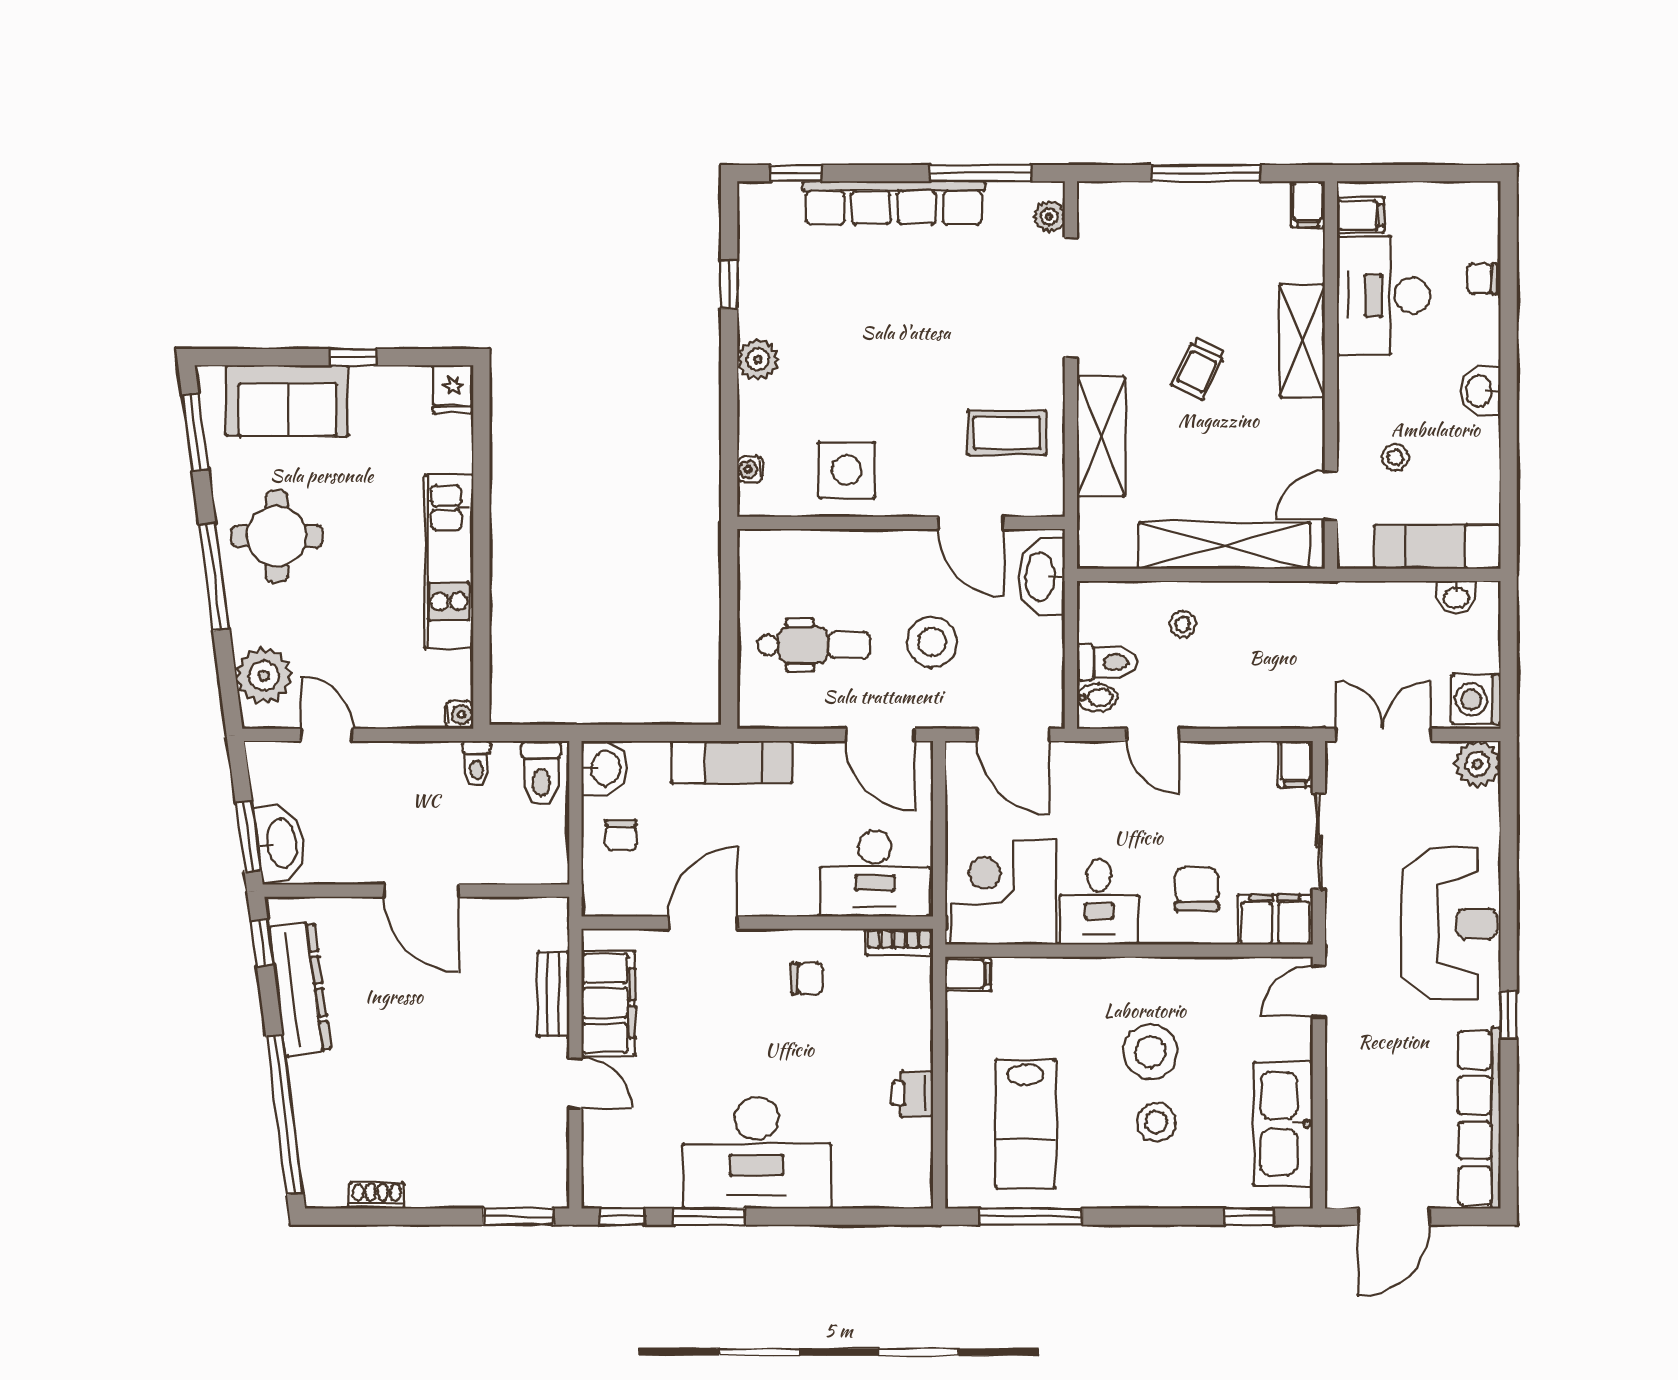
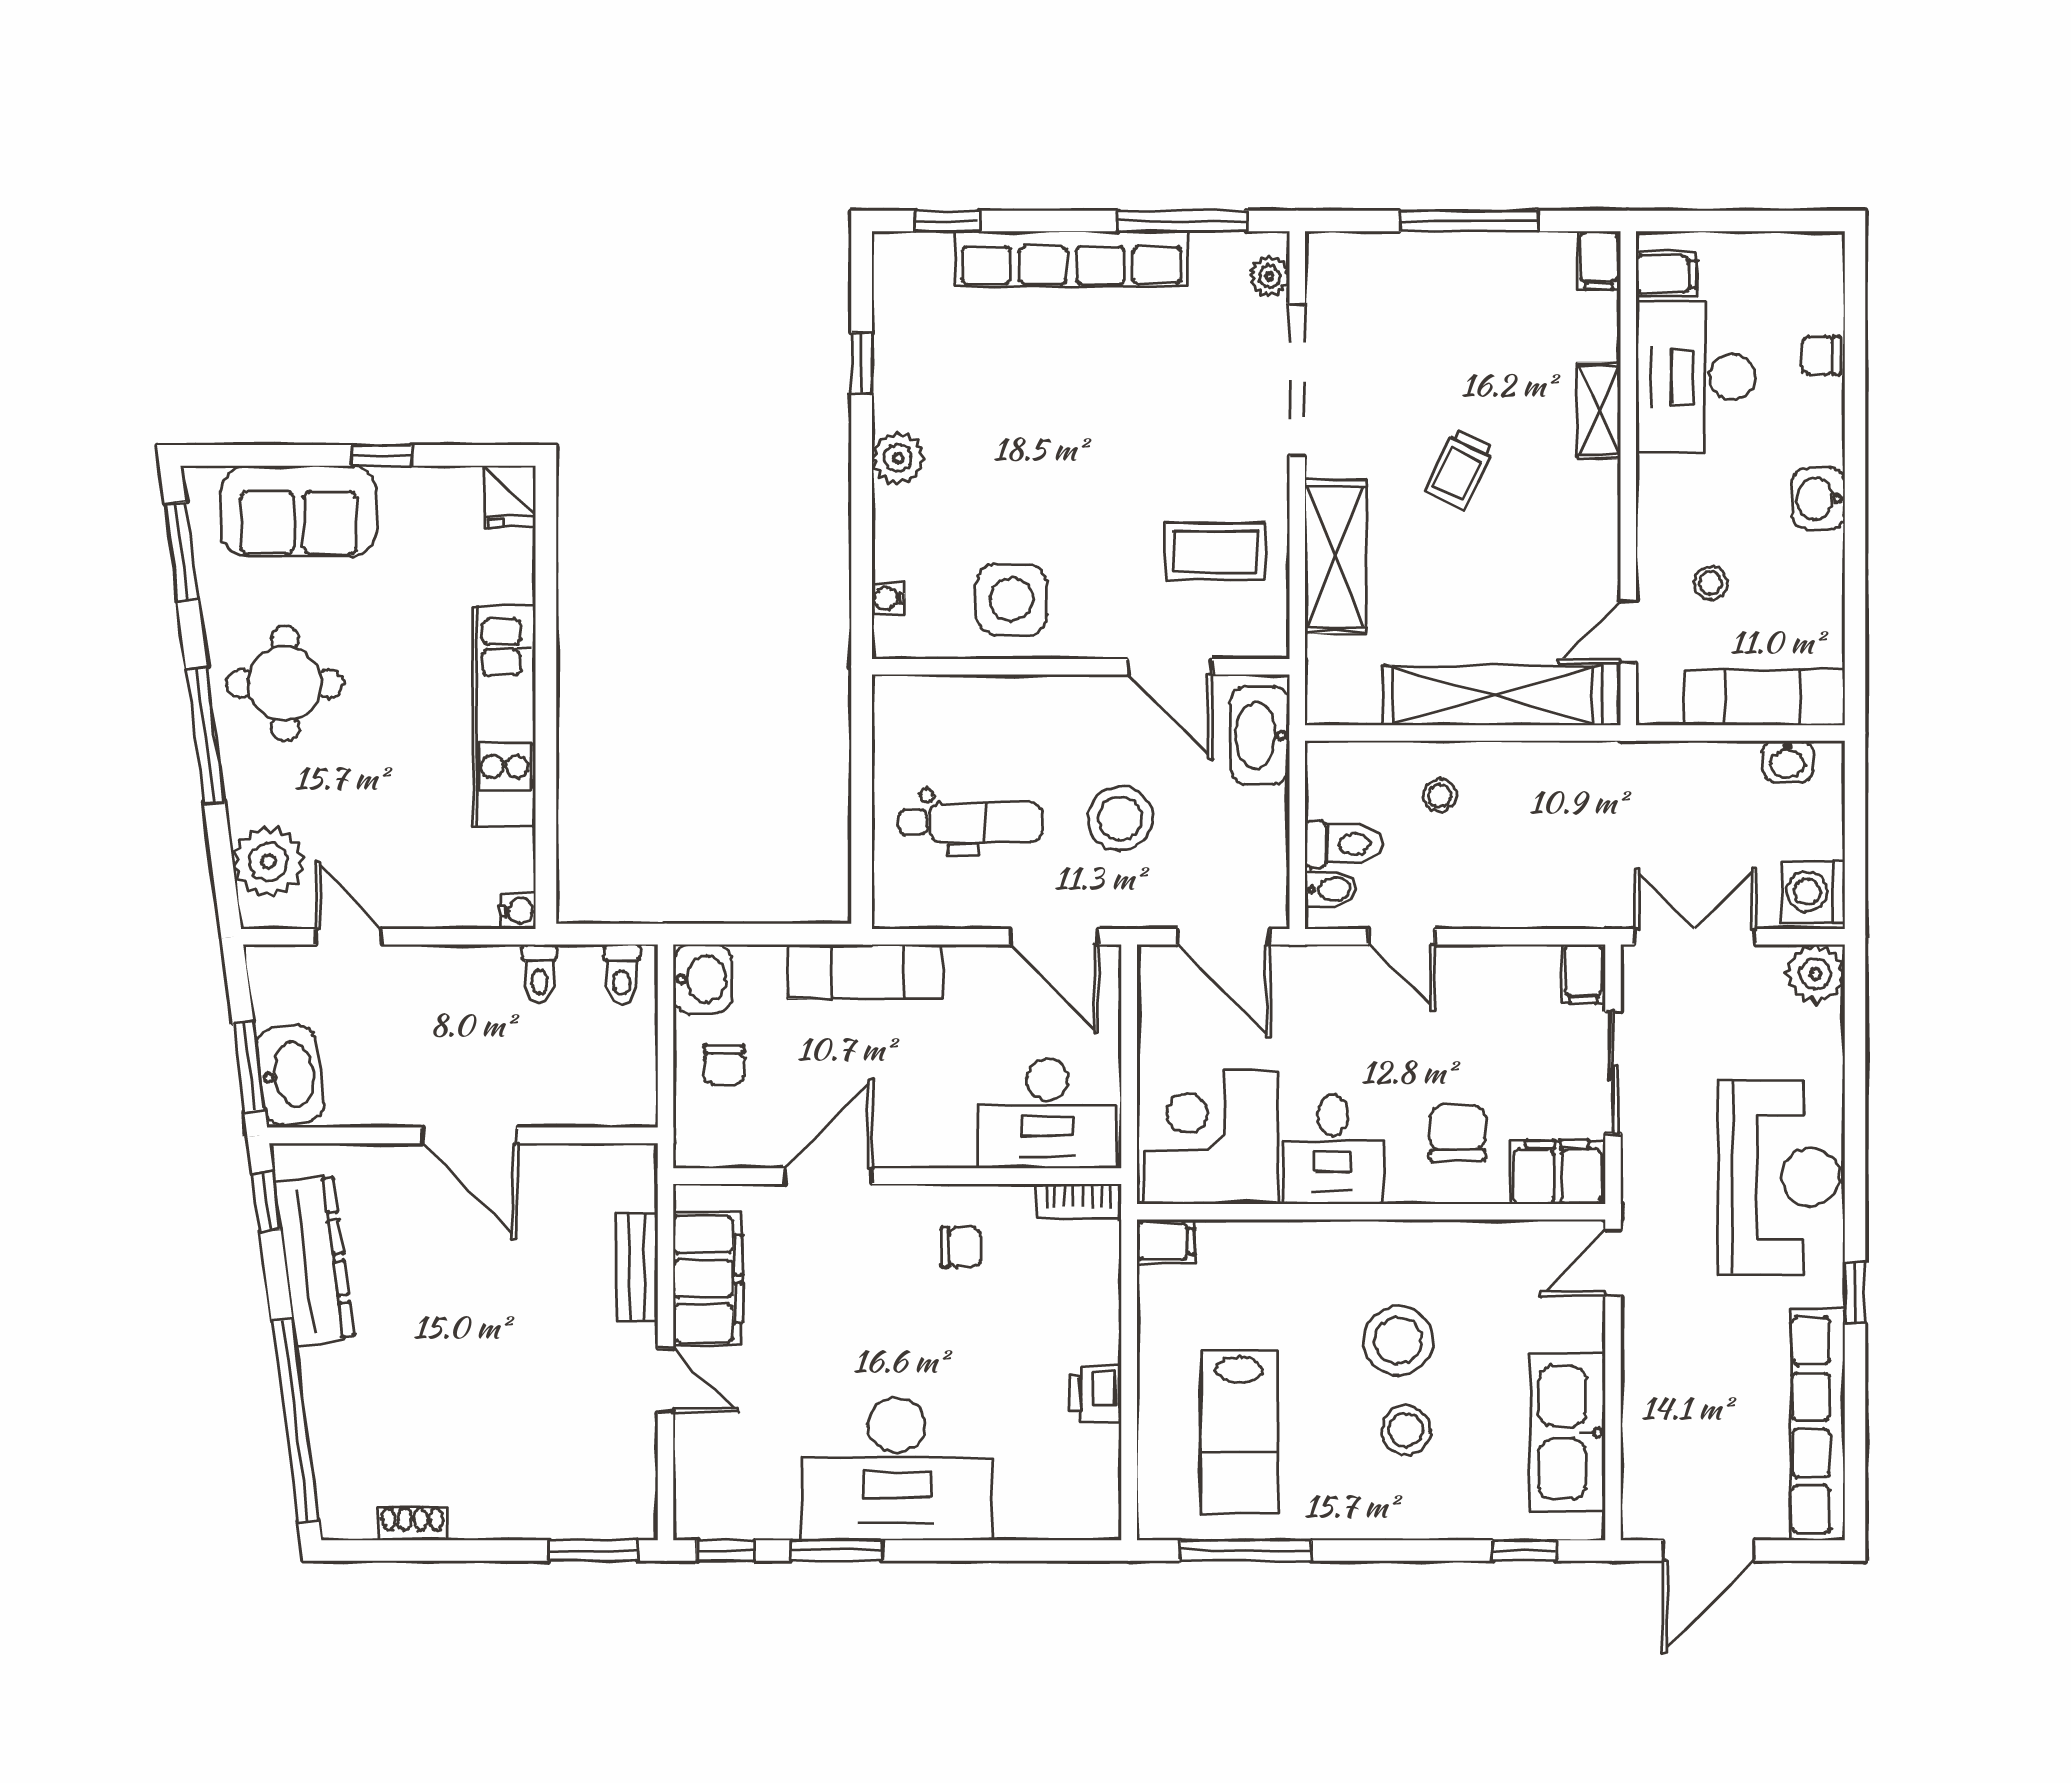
shelving: (1302, 341) -> (1599, 410), width x0.67, depth x0.75
toilet: (541, 773) -> (622, 974), width x0.73, depth x0.72

